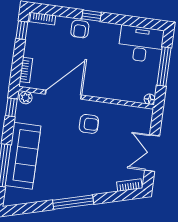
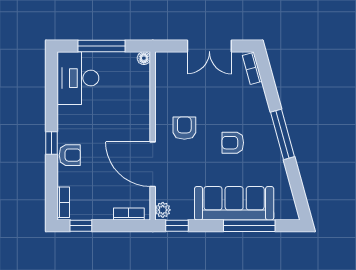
armchair: (72, 161) -> (233, 143), added

